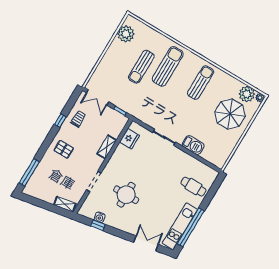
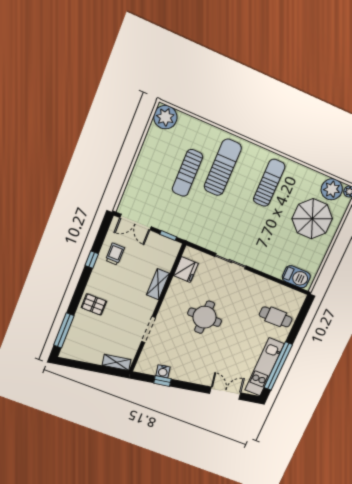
plant: (126, 34) -> (165, 117), moved
barbecue: (193, 145) -> (296, 277), moved
pallet: (64, 149) -> (94, 304), moved
round table: (126, 195) -> (205, 317), moved

